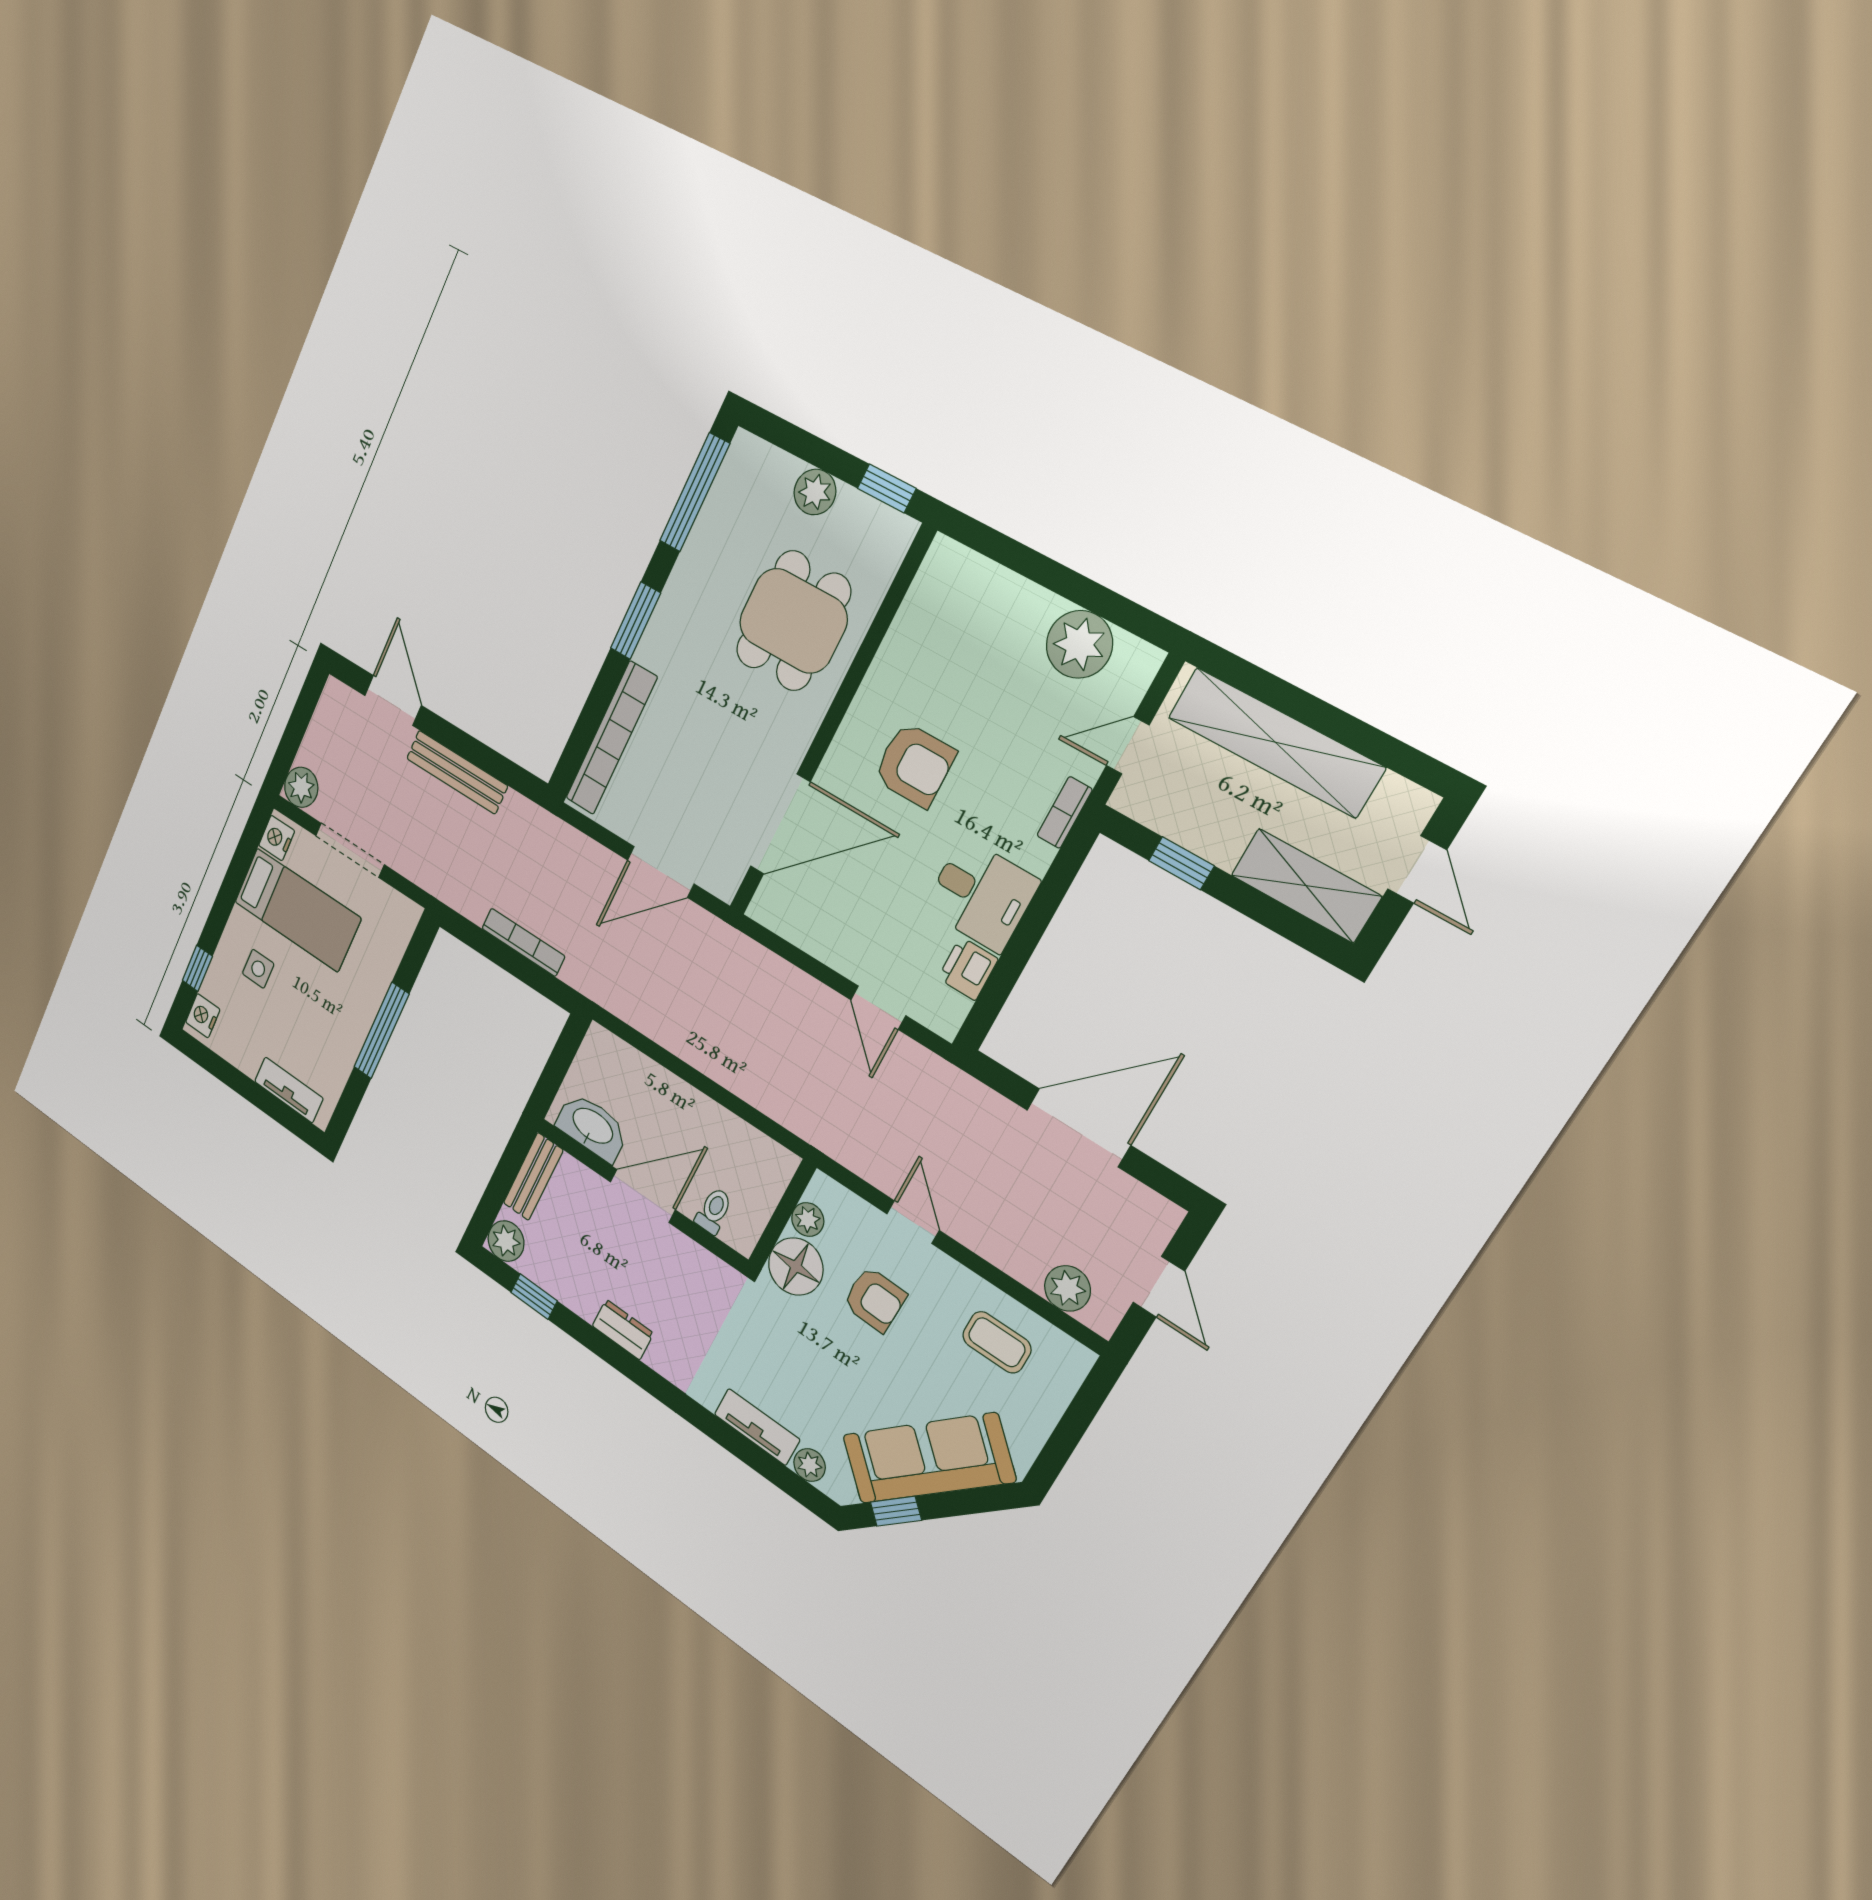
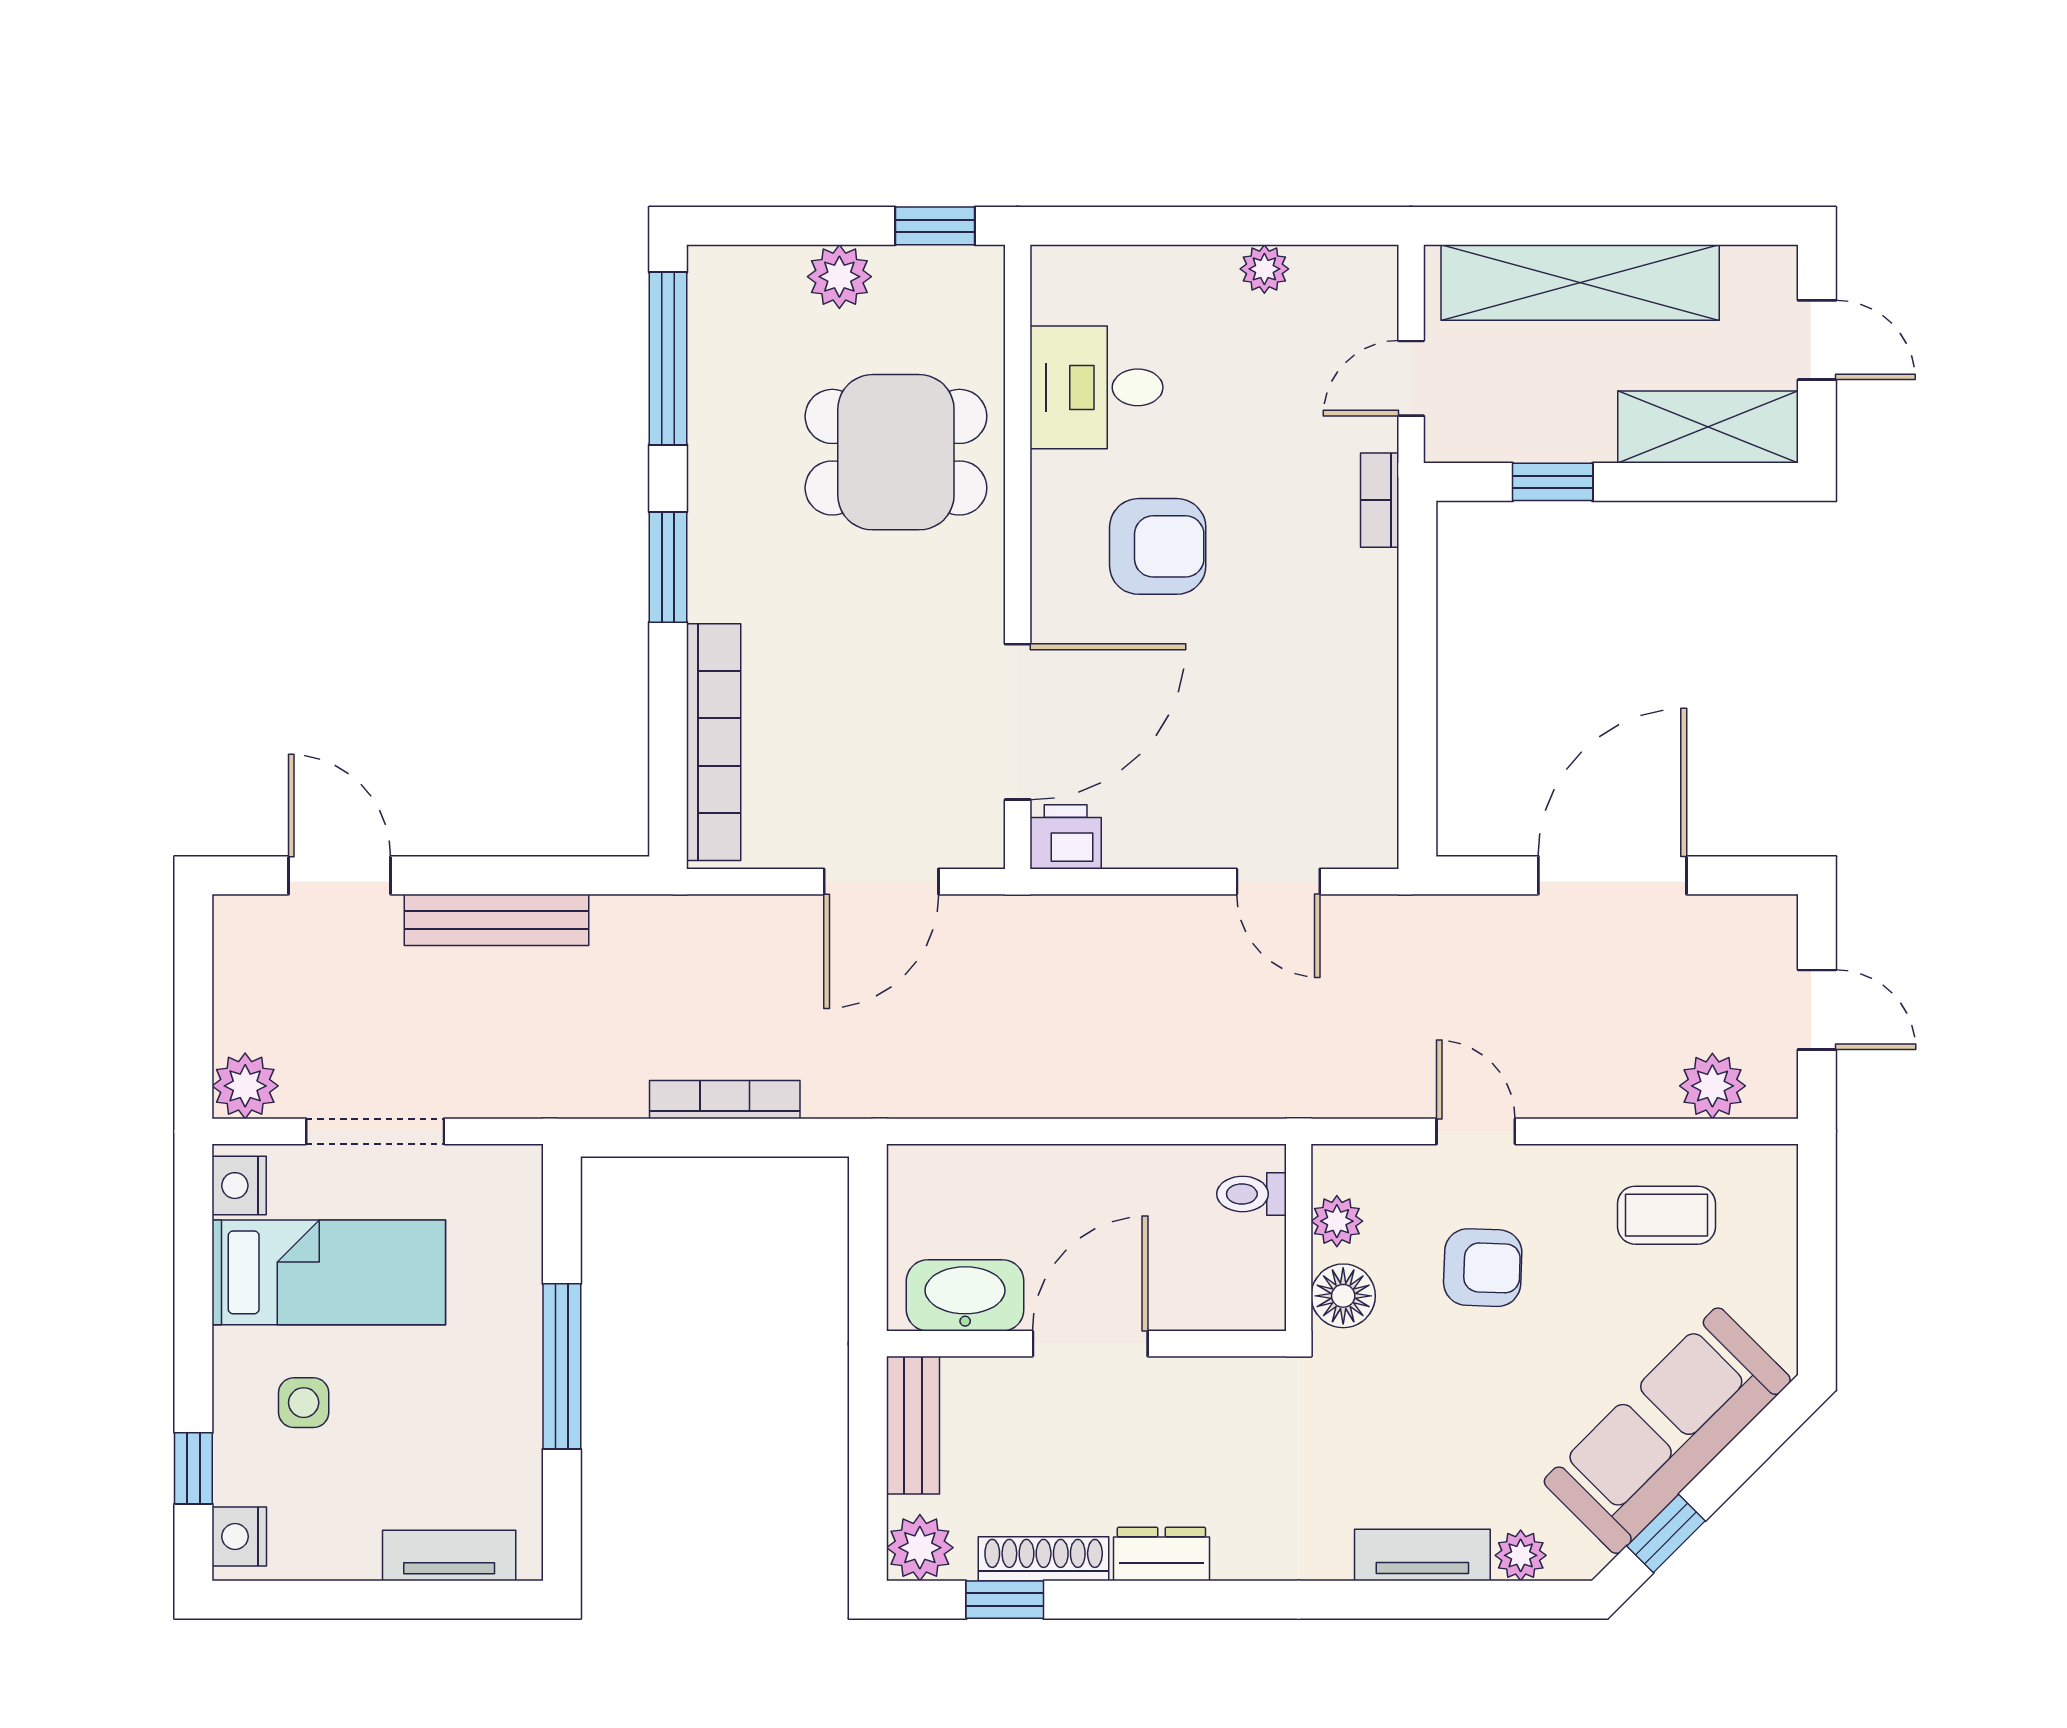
dining table: (793, 621) -> (896, 452), turned 90
plant: (1079, 644) -> (1264, 269), width x0.53, depth x0.53
desk: (981, 895) -> (1096, 387), moved, turned 180
printer: (968, 969) -> (1066, 837), moved, turned 90
toilet: (714, 1211) -> (1252, 1194), moved, turned -90
floor lamp: (796, 1266) -> (1343, 1296), width x0.73, depth x0.73
shoe rack: (563, 1290) -> (1044, 1559), added

